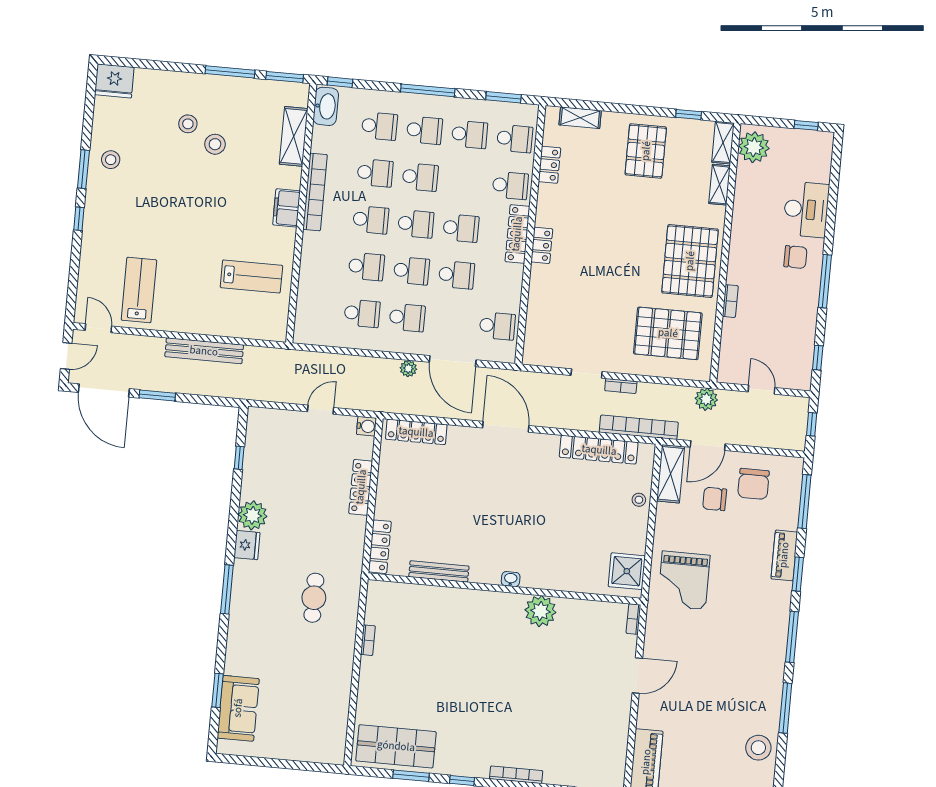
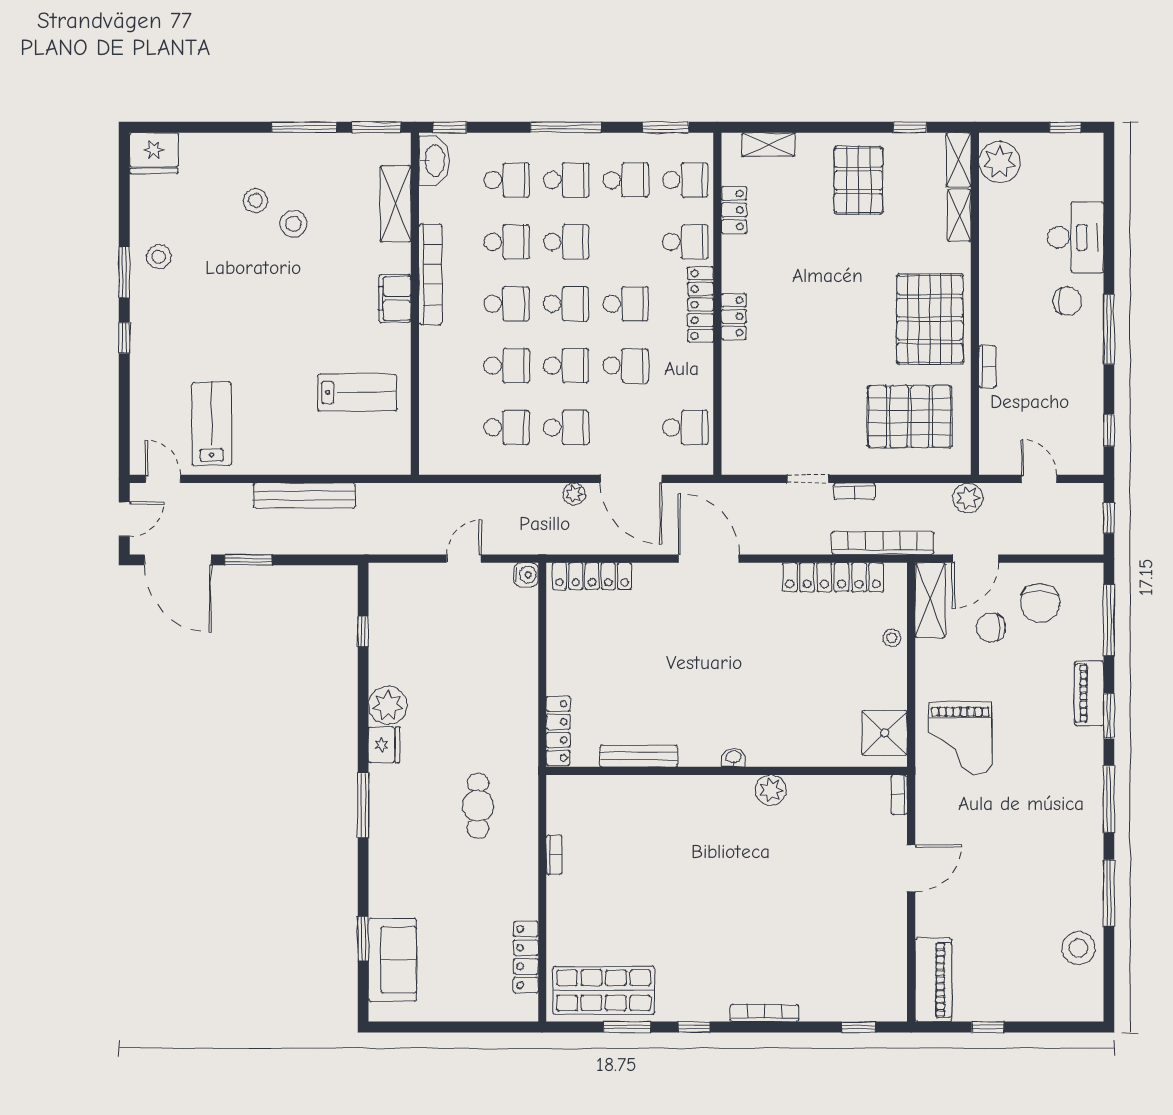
locker: (361, 487) -> (526, 957), moved
plant: (540, 611) -> (771, 790), width x0.73, depth x0.73

